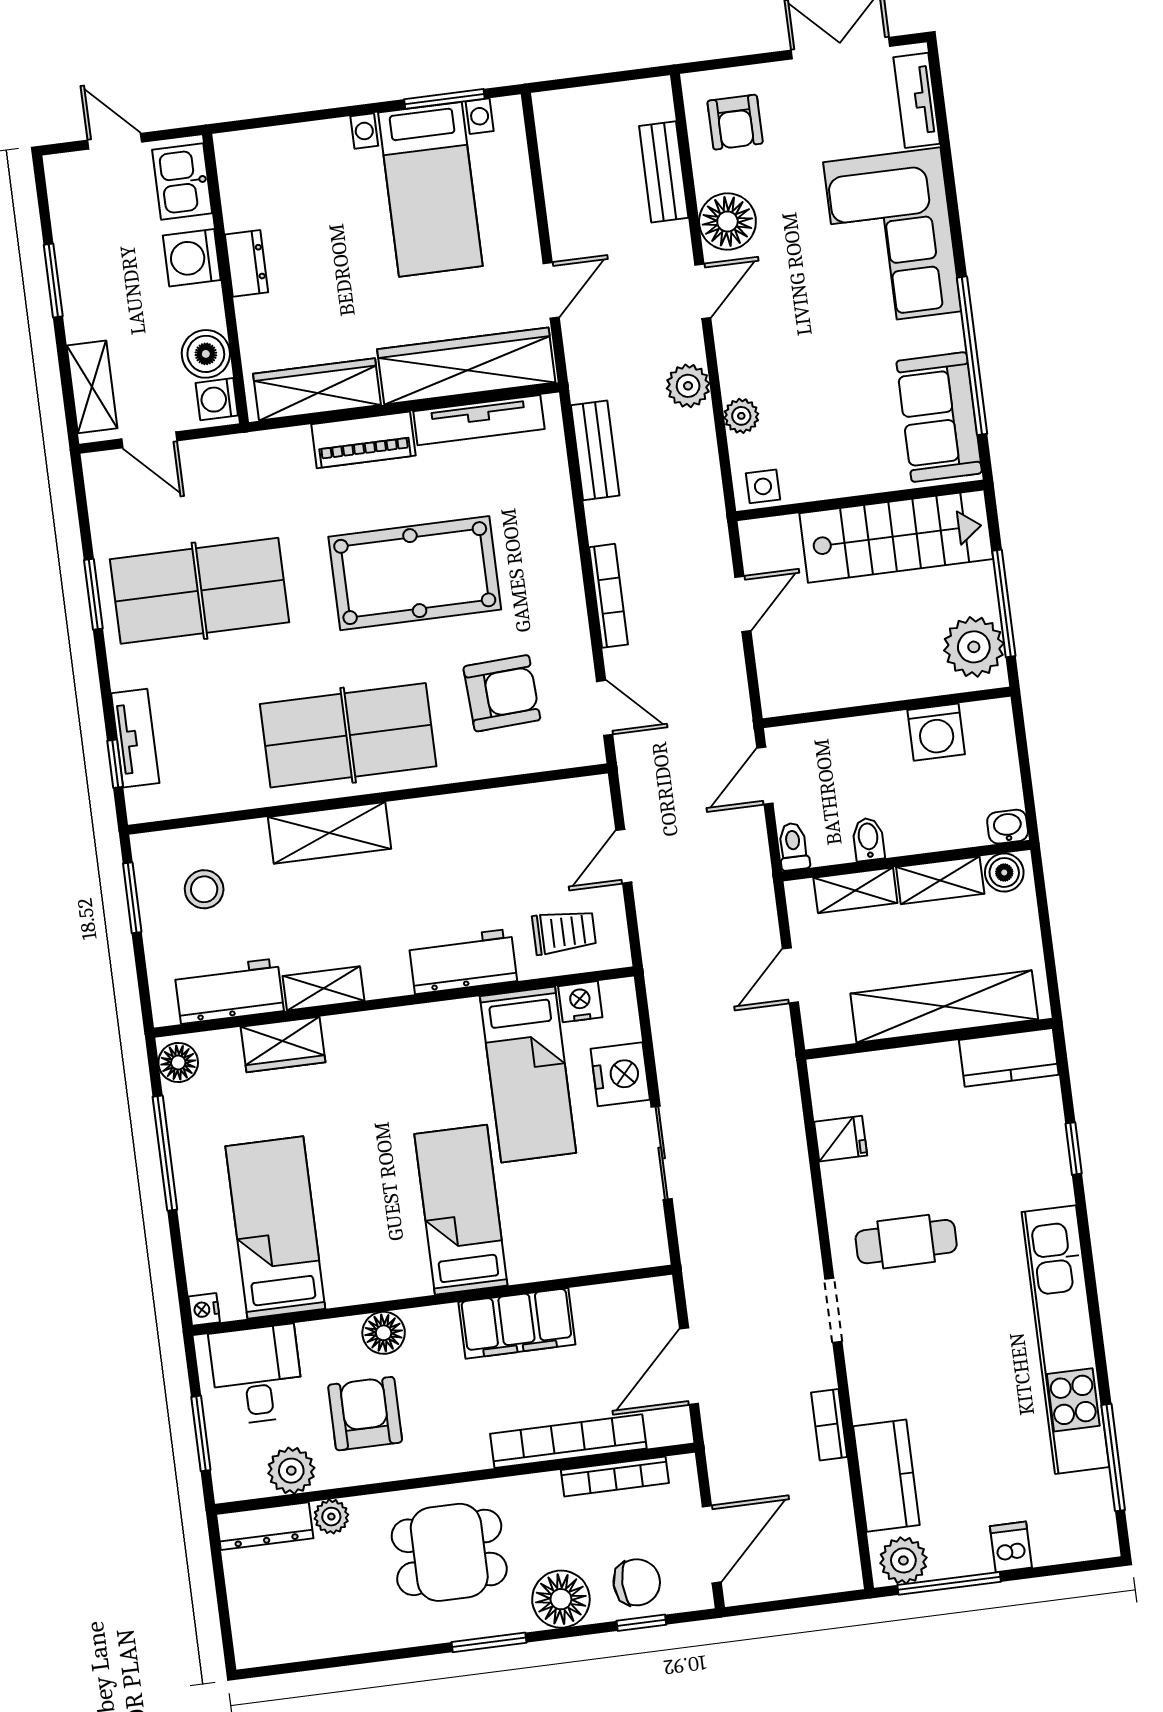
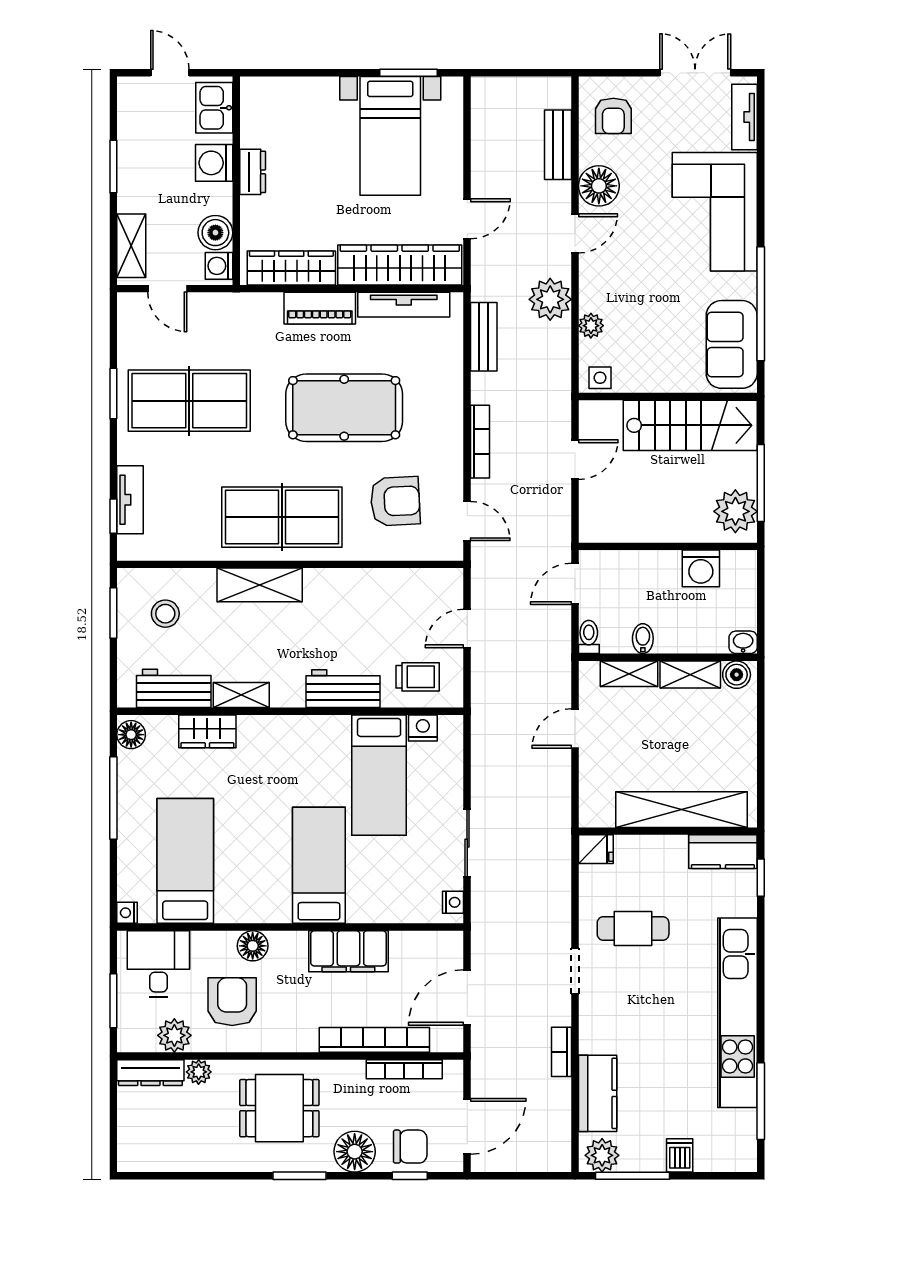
plant: (688, 386) -> (550, 299), width x1.36, depth x1.36
shelving: (944, 1007) -> (682, 810), moved
wall: (929, 1039) -> (668, 831), moved
kitchen counter: (1009, 1057) -> (723, 852), moved
nightstand: (620, 1074) -> (453, 902), moved, width x0.53, depth x0.56

